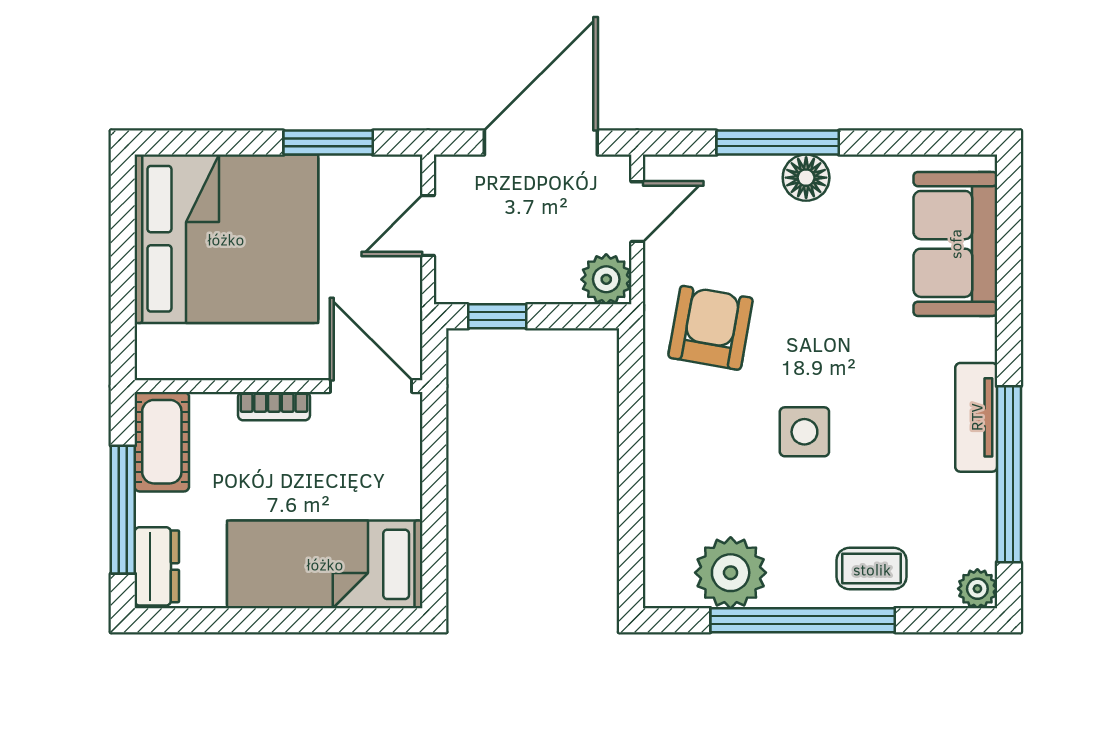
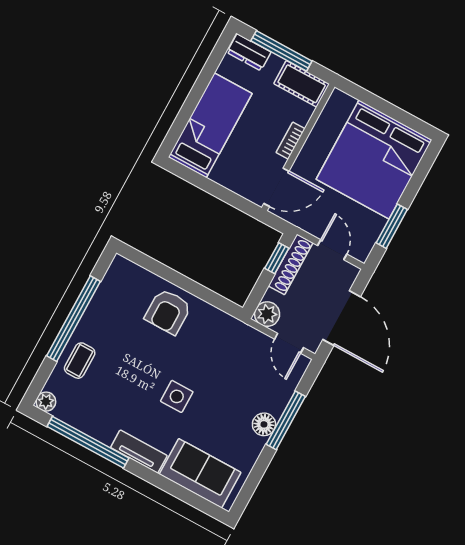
shoe rack: (495, 286) -> (291, 264), added
armchair: (711, 328) -> (168, 312), moved, turned 80
tv unit: (976, 417) -> (139, 452), moved
side table: (804, 432) -> (177, 396), moved
plant: (731, 573) -> (111, 299), removed

